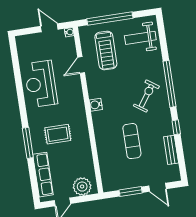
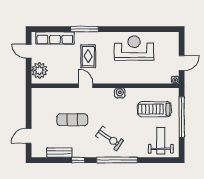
door: (81, 65) -> (86, 86), moved
water cooler: (96, 105) -> (120, 93), moved
window: (131, 191) -> (29, 112), removed

